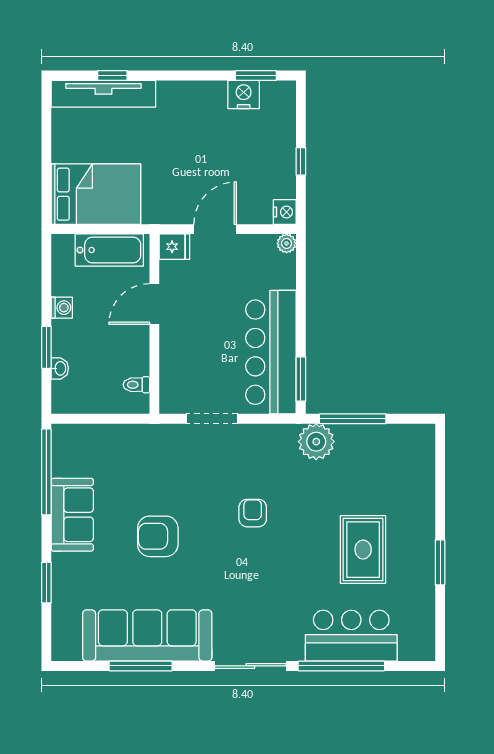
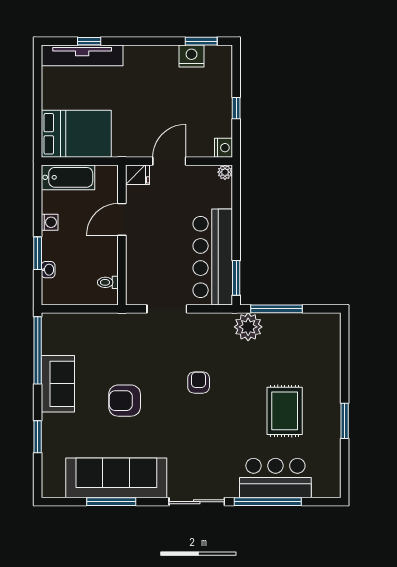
bathtub: (109, 250) -> (68, 177), moved

